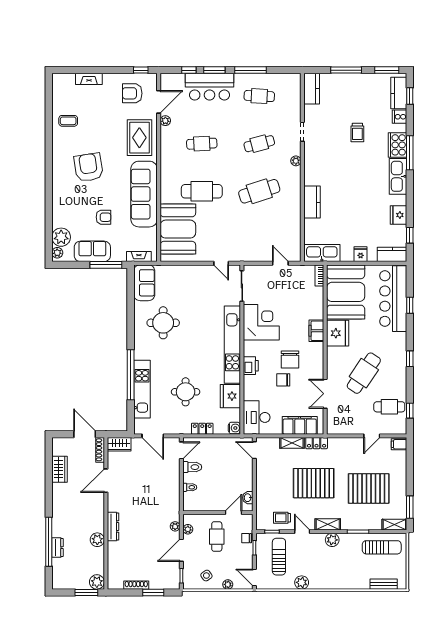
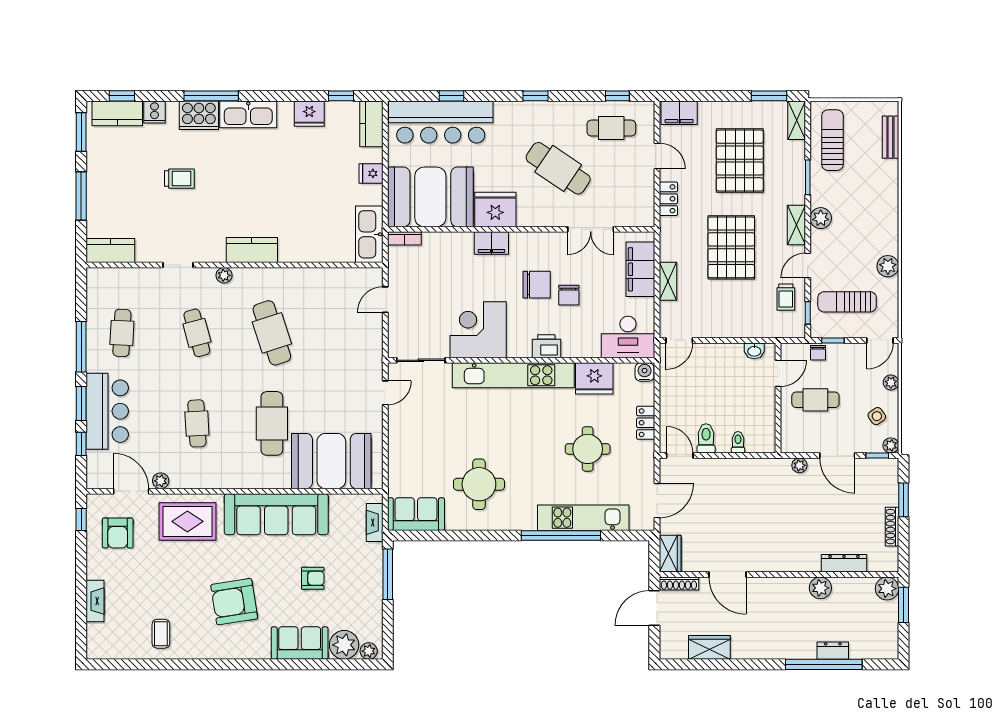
kitchen counter: (312, 202) -> (252, 250), moved
armchair: (103, 217) -> (313, 578), turned 90
sofa: (92, 251) -> (300, 643), moved, turned 90
cafe table: (389, 407) -> (611, 128), turned 90
locker: (317, 443) -> (668, 199), moved
filing cabinet: (399, 444) -> (679, 113), width x2.00
door: (234, 513) -> (778, 373), swing flipped
dresser: (113, 527) -> (844, 563), moved
plant: (188, 529) -> (891, 445), moved

